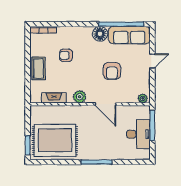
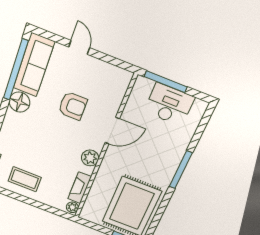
armchair: (66, 55) -> (33, 154), removed
coffee table: (39, 68) -> (25, 179), moved
plant: (143, 98) -> (72, 207), moved

